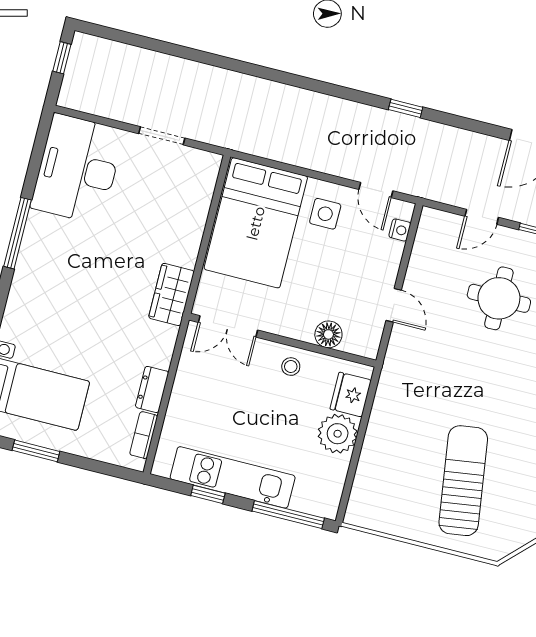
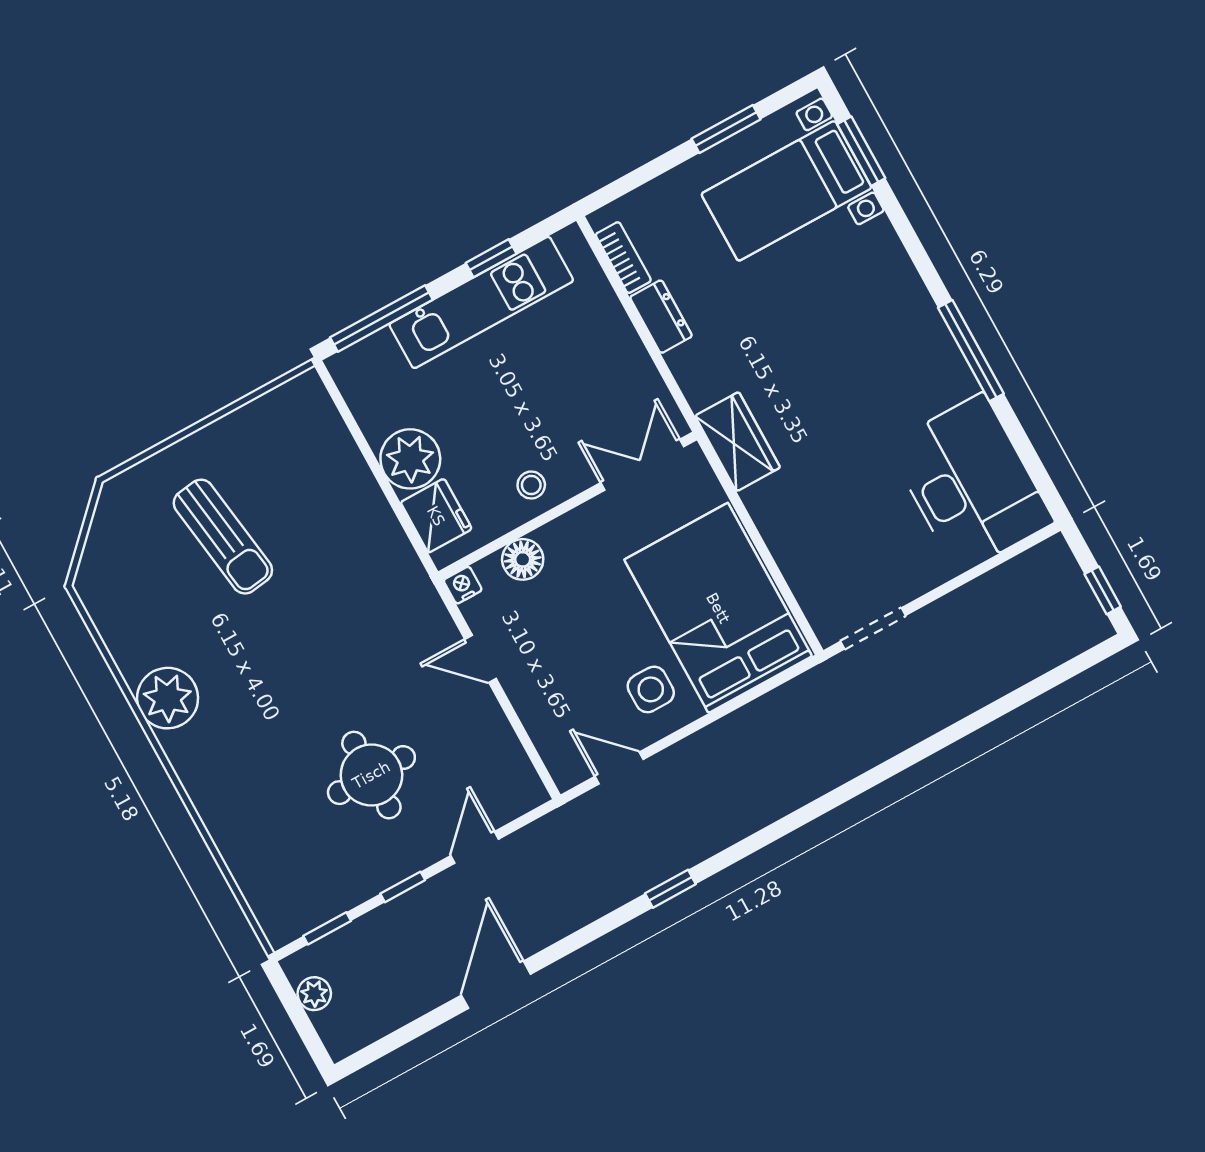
doorway: (162, 136) -> (873, 628), moved
nightstand: (400, 230) -> (463, 585), moved, turned 90
sun lounger: (463, 481) -> (223, 537), width x0.73, depth x0.75

